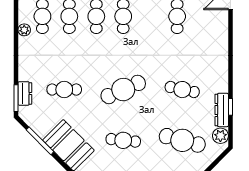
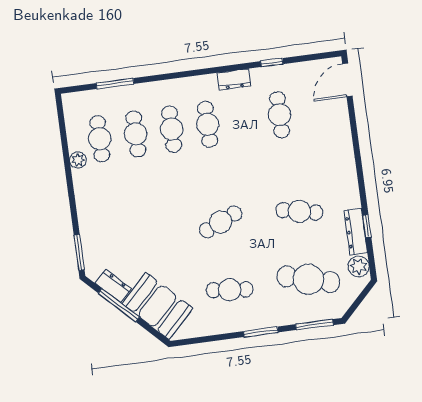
cafe table: (64, 90) -> (142, 232), removed
cafe table: (123, 90) -> (221, 222), width x0.73, depth x0.74
dresser: (25, 93) -> (113, 286), moved, turned -45

